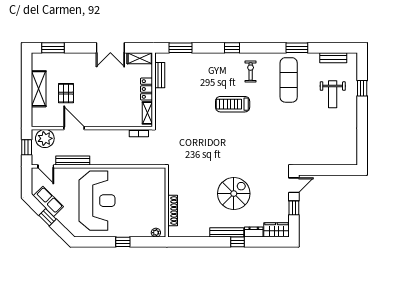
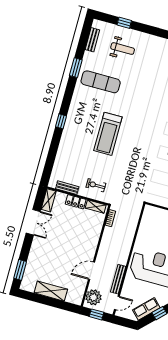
window: (181, 48) -> (49, 164), removed
exercise bike: (251, 72) -> (96, 185), moved
pallet: (66, 93) -> (61, 270), removed
treadmill: (233, 104) -> (108, 134), width x1.37, depth x1.38

